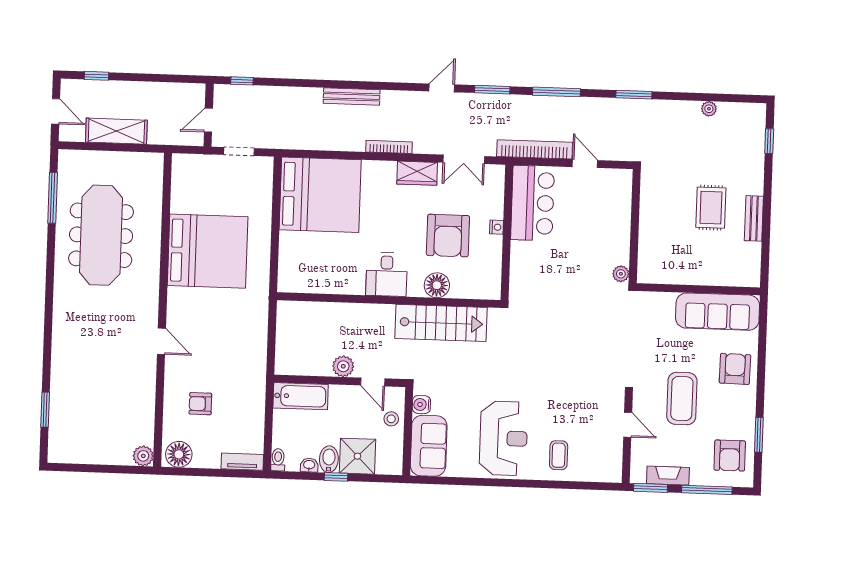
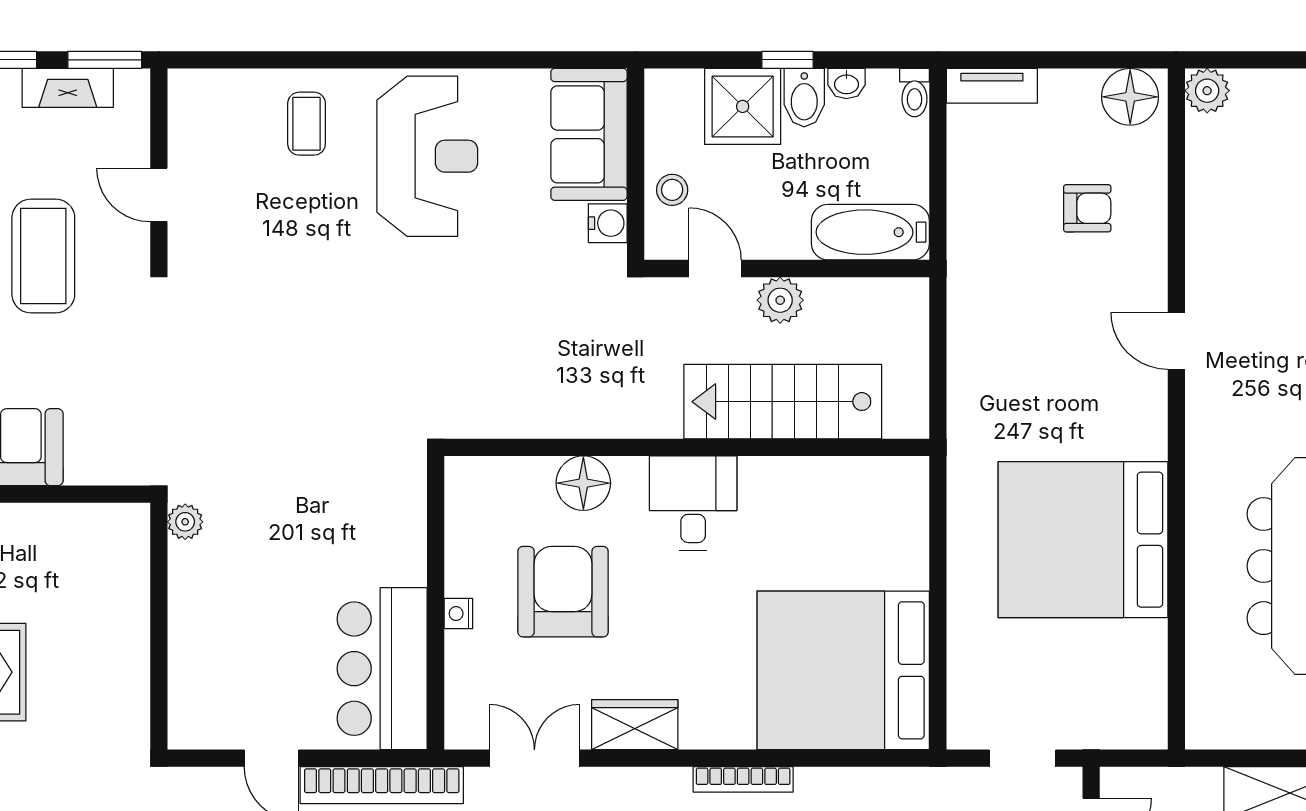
bookcase: (389, 147) -> (743, 779), moved
stairs: (441, 323) -> (783, 402), moved
reception desk: (503, 438) -> (427, 156), turned 180

